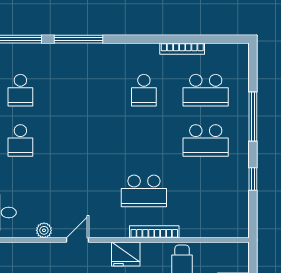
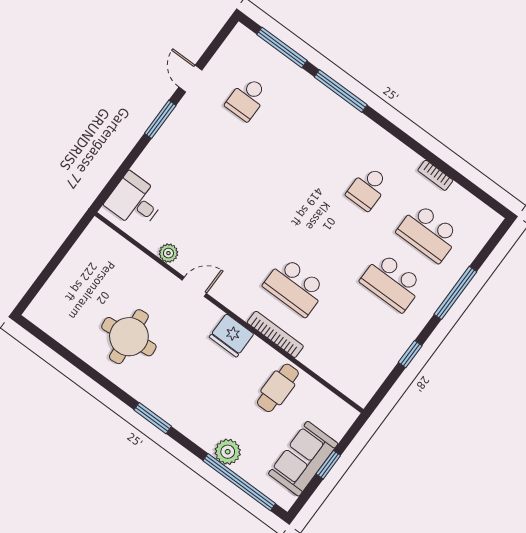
bookcase: (182, 49) -> (435, 175), width x0.64
school desk: (20, 141) -> (210, 148), removed

